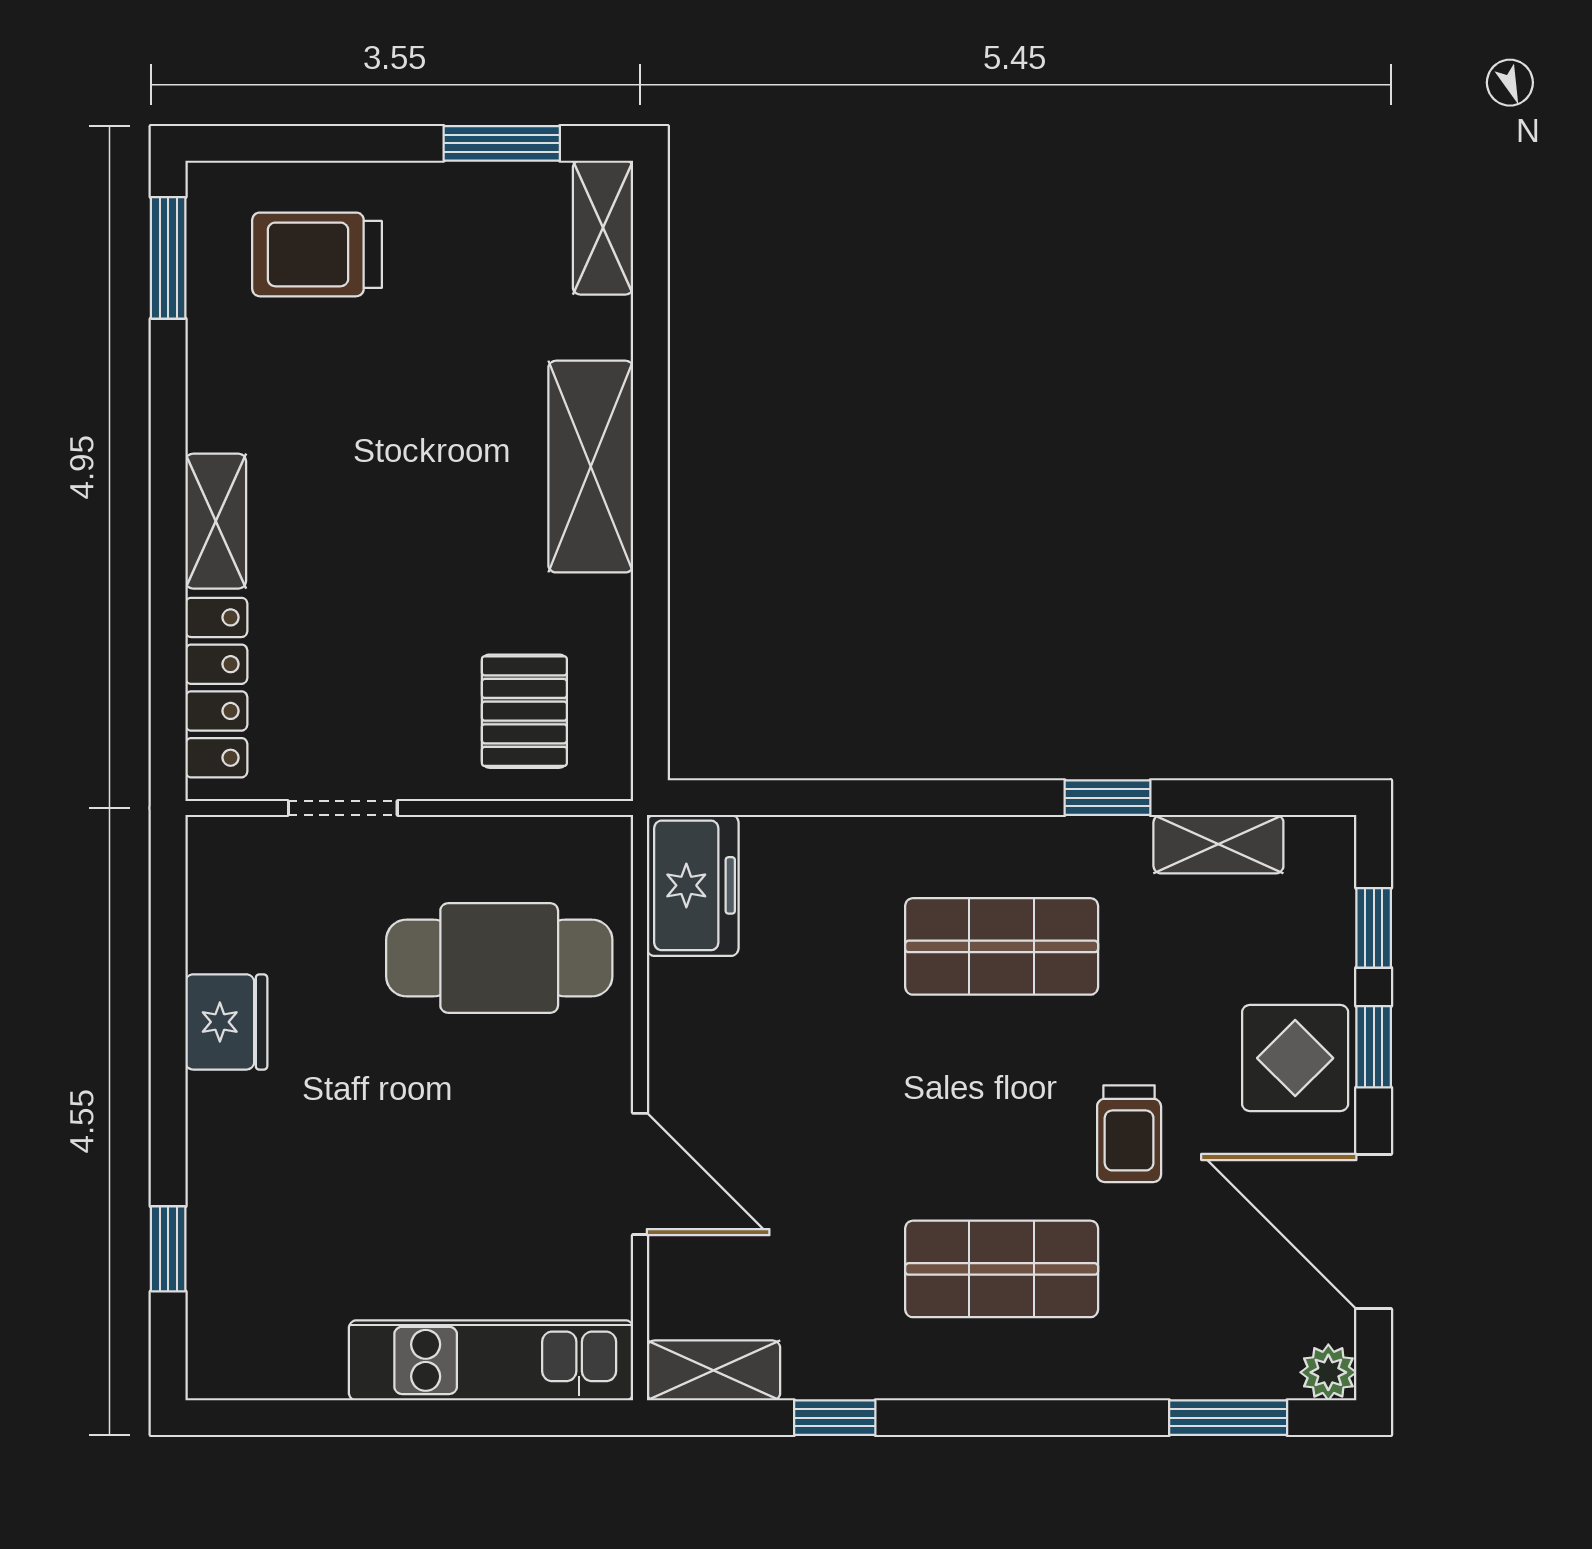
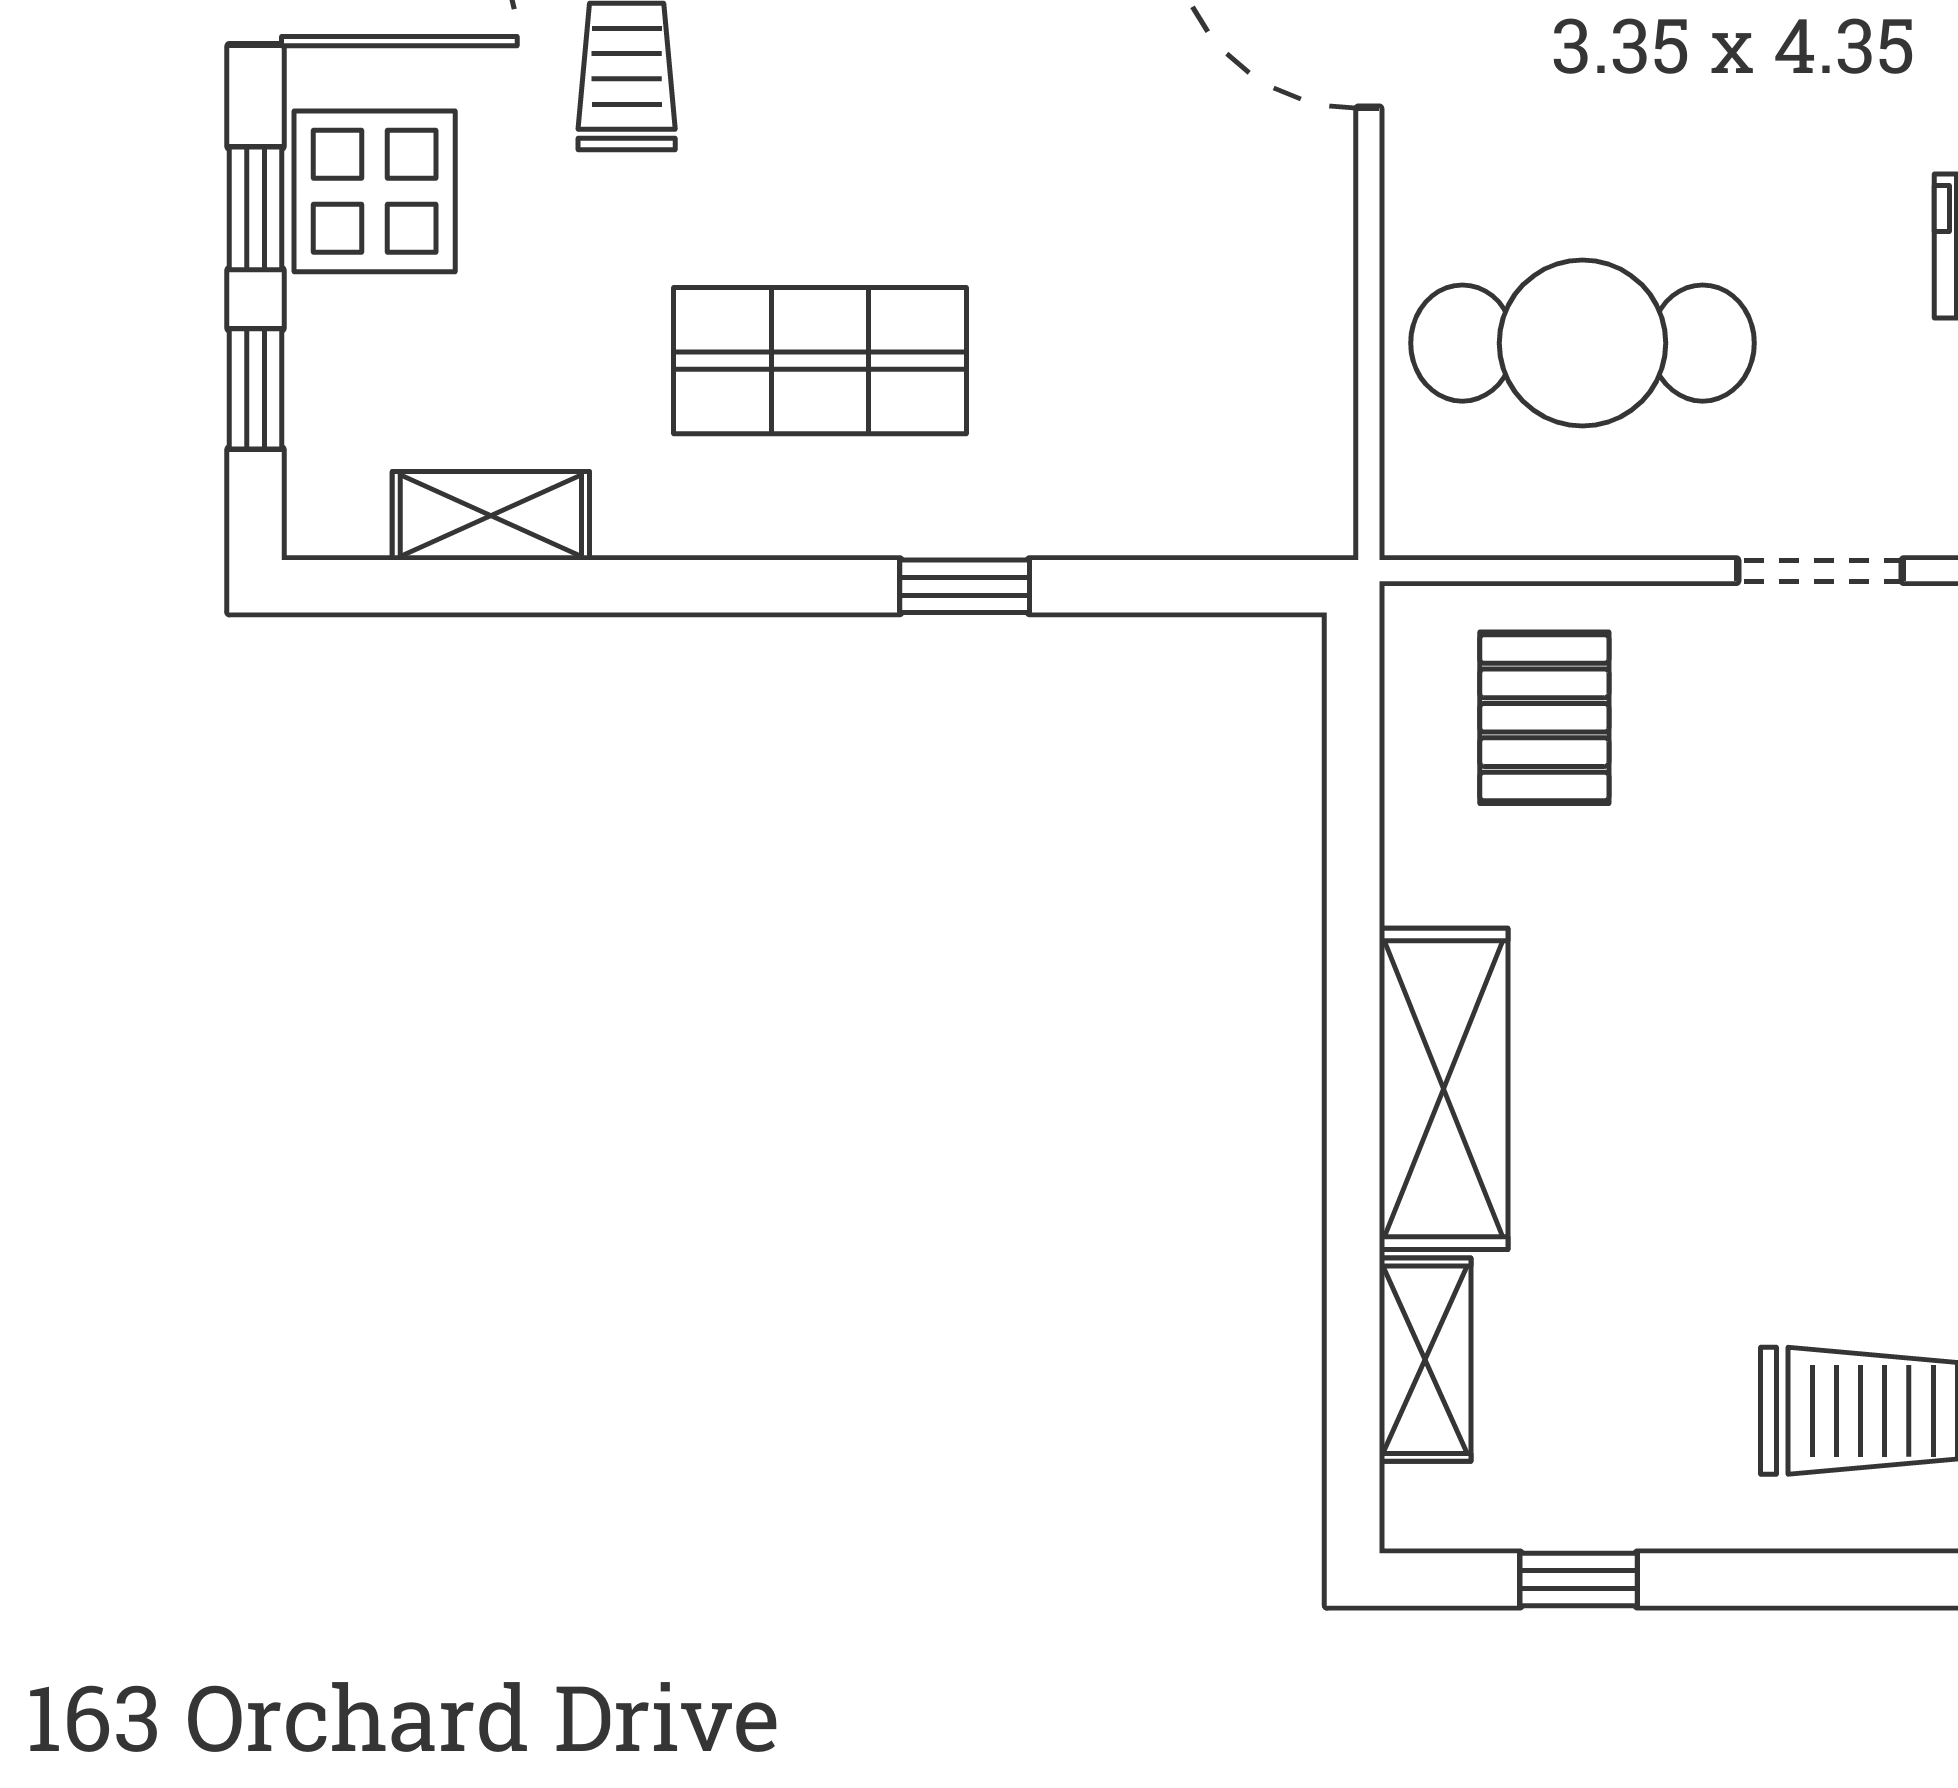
window: (502, 143) -> (1579, 1580), width x0.67
shelving: (603, 228) -> (1425, 1360), moved
window: (1108, 798) -> (965, 586), moved
freezer: (693, 885) -> (1289, 453), removed

